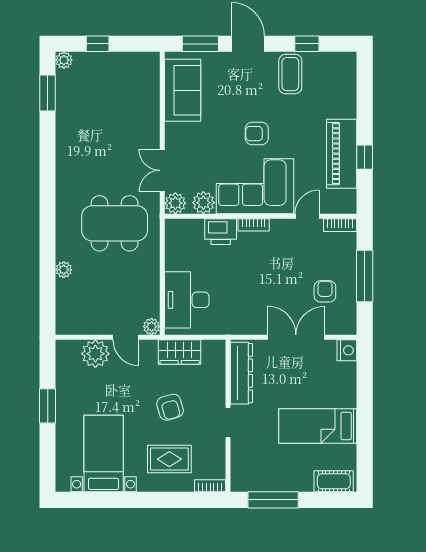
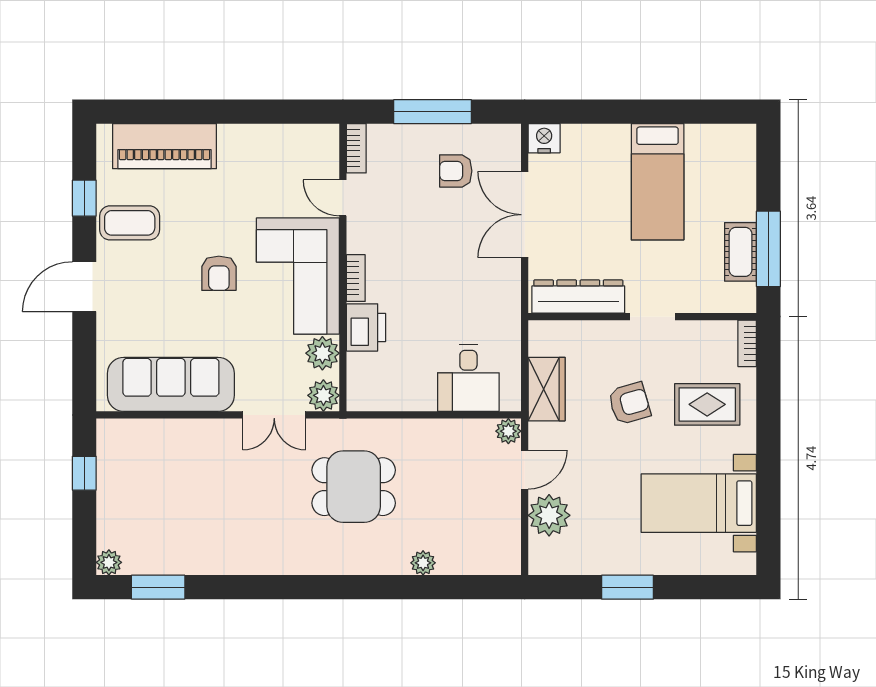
window: (98, 44) -> (84, 473), moved
window: (200, 44) -> (84, 358), removed
sofa: (183, 90) -> (171, 384), width x1.36
piano: (342, 154) -> (165, 146), moved
window: (365, 157) -> (254, 112), removed
dining table: (115, 223) -> (354, 487), width x0.73
desk: (187, 300) -> (468, 378), width x0.73
rug: (169, 459) -> (707, 404), turned 90
cot: (334, 481) -> (741, 252), moved

